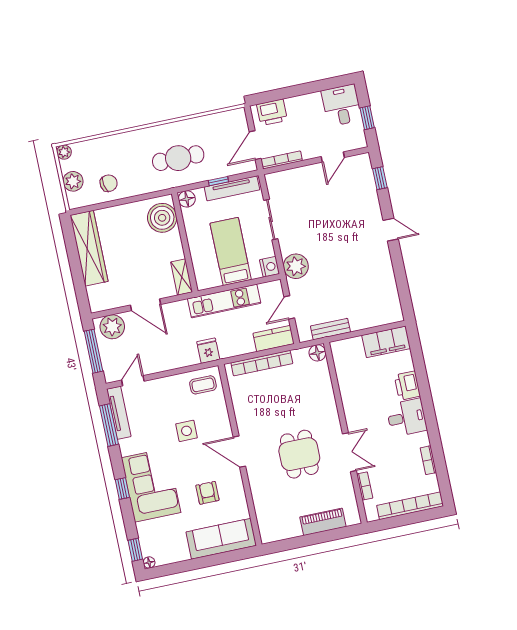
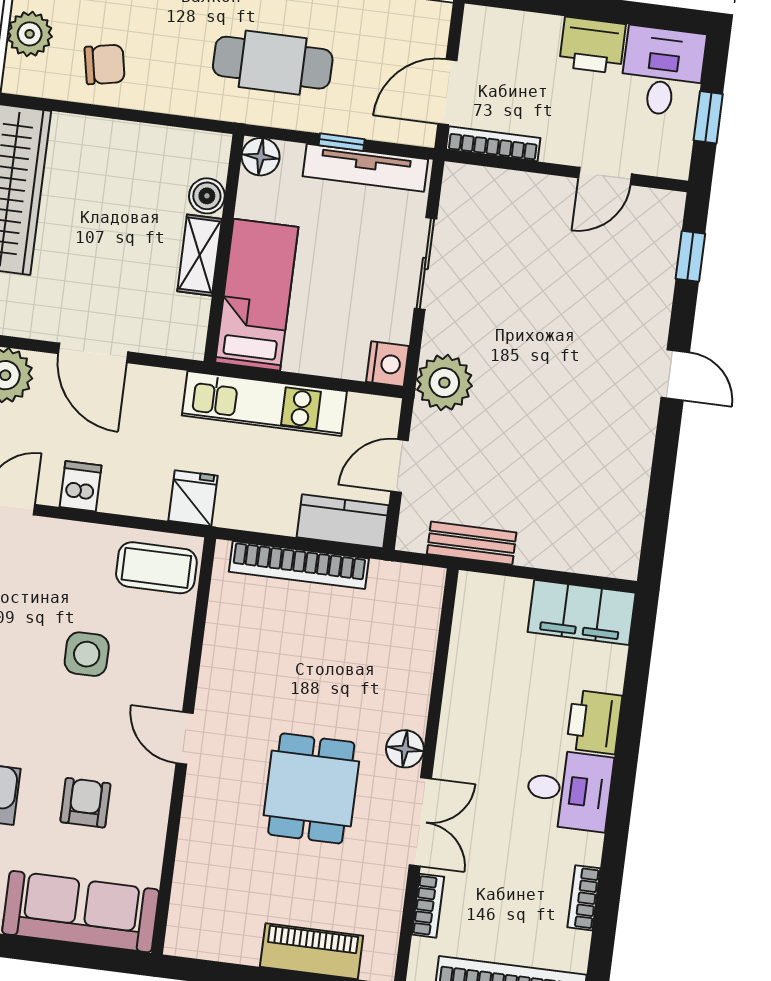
printer: (272, 112) -> (592, 45), moved
boiler: (162, 218) -> (207, 196), width x0.54, depth x0.54
bed: (231, 251) -> (257, 295), moved
shelving: (182, 277) -> (200, 255), moved
floor lamp: (317, 353) -> (405, 749), moved
dishwasher: (160, 362) -> (81, 486), added
coffee table: (203, 385) -> (156, 568), width x1.36, depth x1.30
door: (239, 452) -> (185, 738), width x0.73

